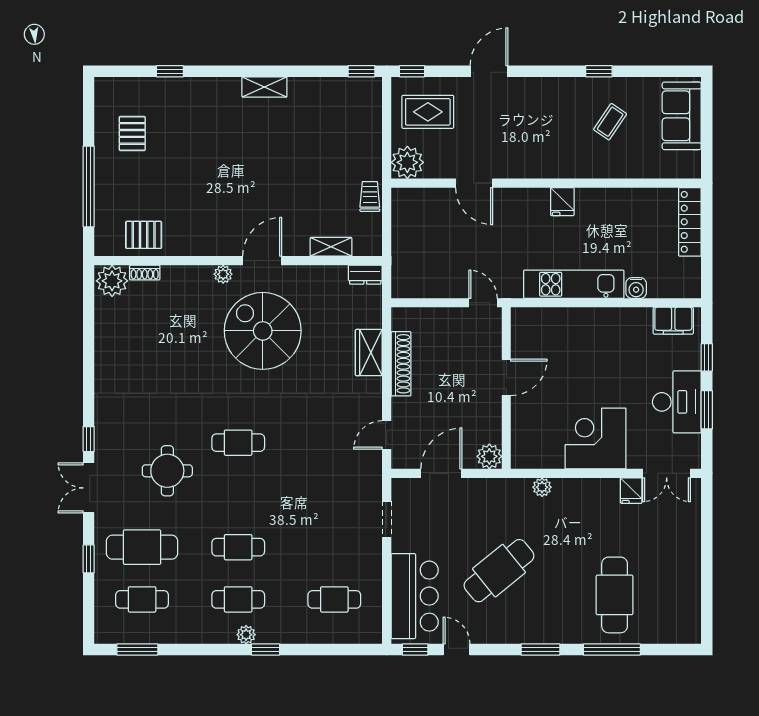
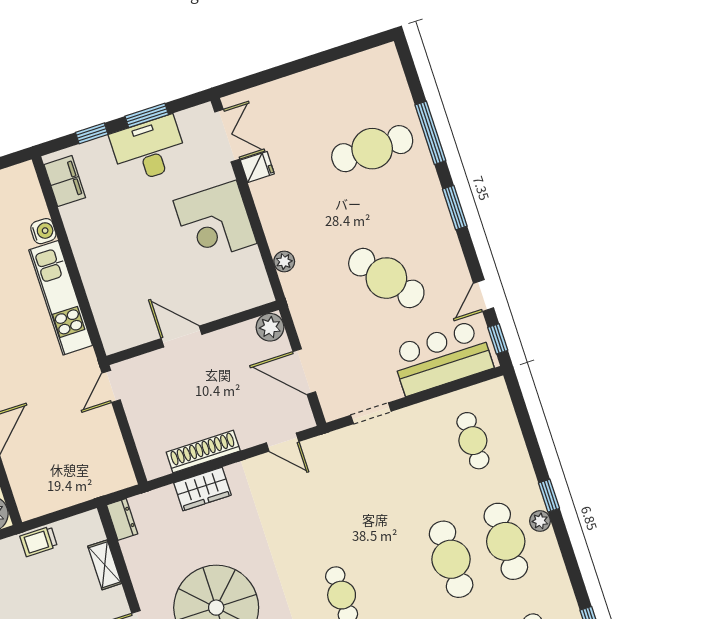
cafe table: (238, 547) -> (451, 559), width x1.37, depth x1.35
cafe table: (238, 599) -> (506, 541), width x1.37, depth x1.35

